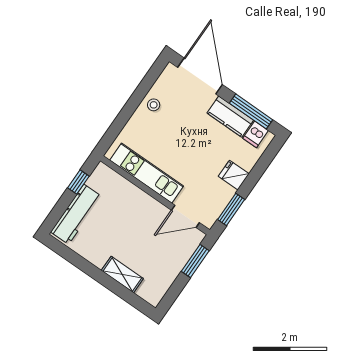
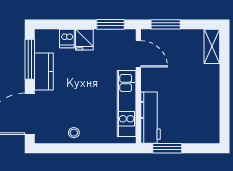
dishwasher: (256, 134) -> (67, 39), moved, turned 90
window: (78, 182) -> (167, 148), width x1.50
workbench: (76, 214) -> (150, 118), moved, turned 90
shelving: (122, 274) -> (212, 46), moved

